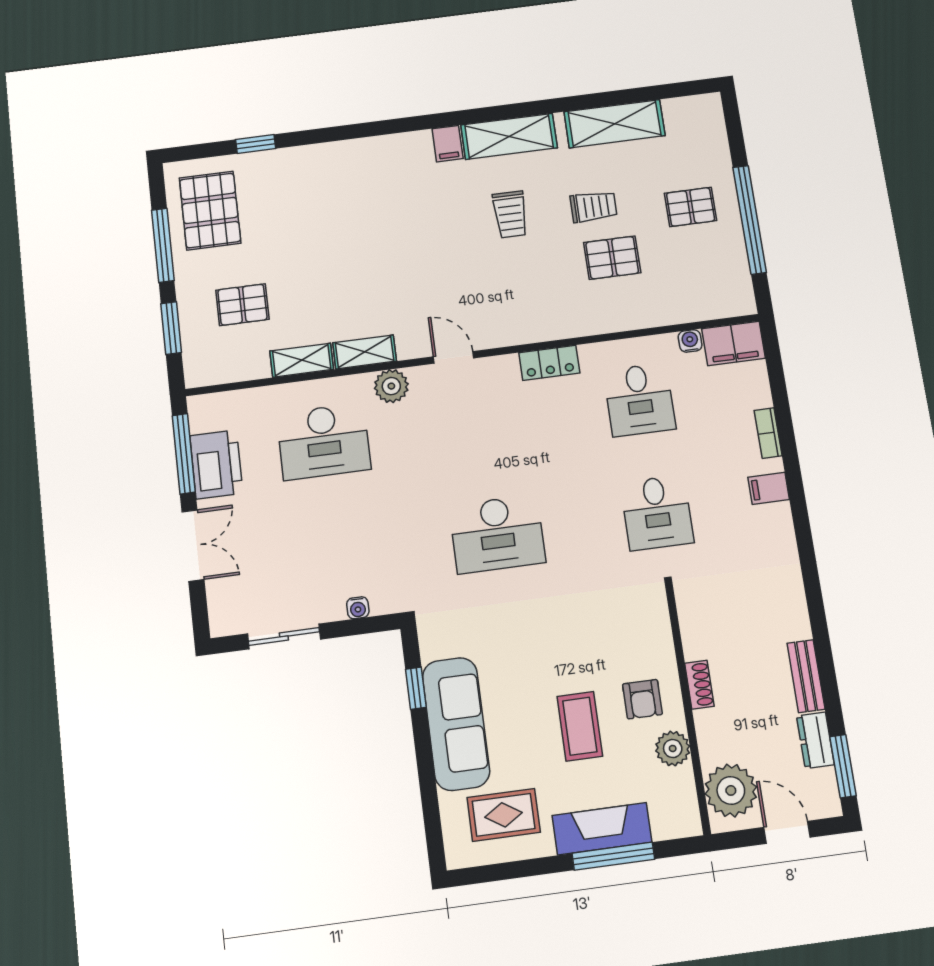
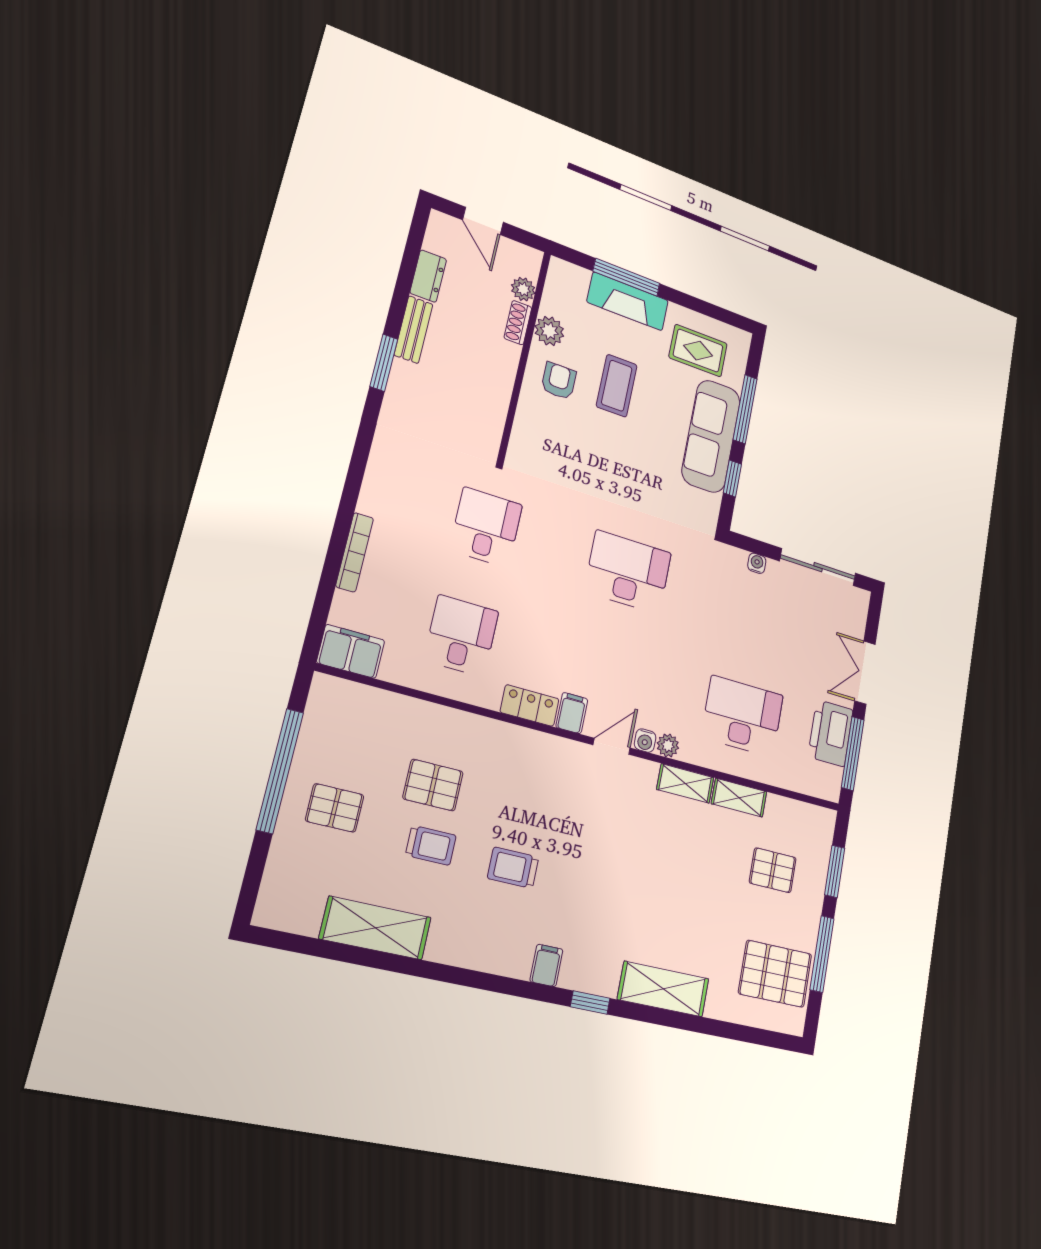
shelving: (509, 136) -> (663, 989), moved
window: (256, 144) -> (590, 1003), moved
trolley: (593, 207) -> (431, 845), turned 180
pallet: (210, 210) -> (775, 974), turned 90
trolley: (510, 214) -> (513, 868), turned -90
water cooler: (690, 341) -> (645, 741), moved
door: (454, 357) -> (612, 746), swing flipped
plant: (391, 386) -> (668, 745), width x0.73, depth x0.73
bookcase: (768, 433) -> (355, 552), width x1.56
filing cabinet: (769, 488) -> (572, 713), moved, turned -90
sliding door: (284, 636) -> (818, 567), width x1.37
shoe rack: (699, 685) -> (518, 323), moved
window: (843, 766) -> (384, 363), moved
window: (427, 775) -> (745, 409), added
plant: (731, 790) -> (523, 289), width x0.53, depth x0.53

